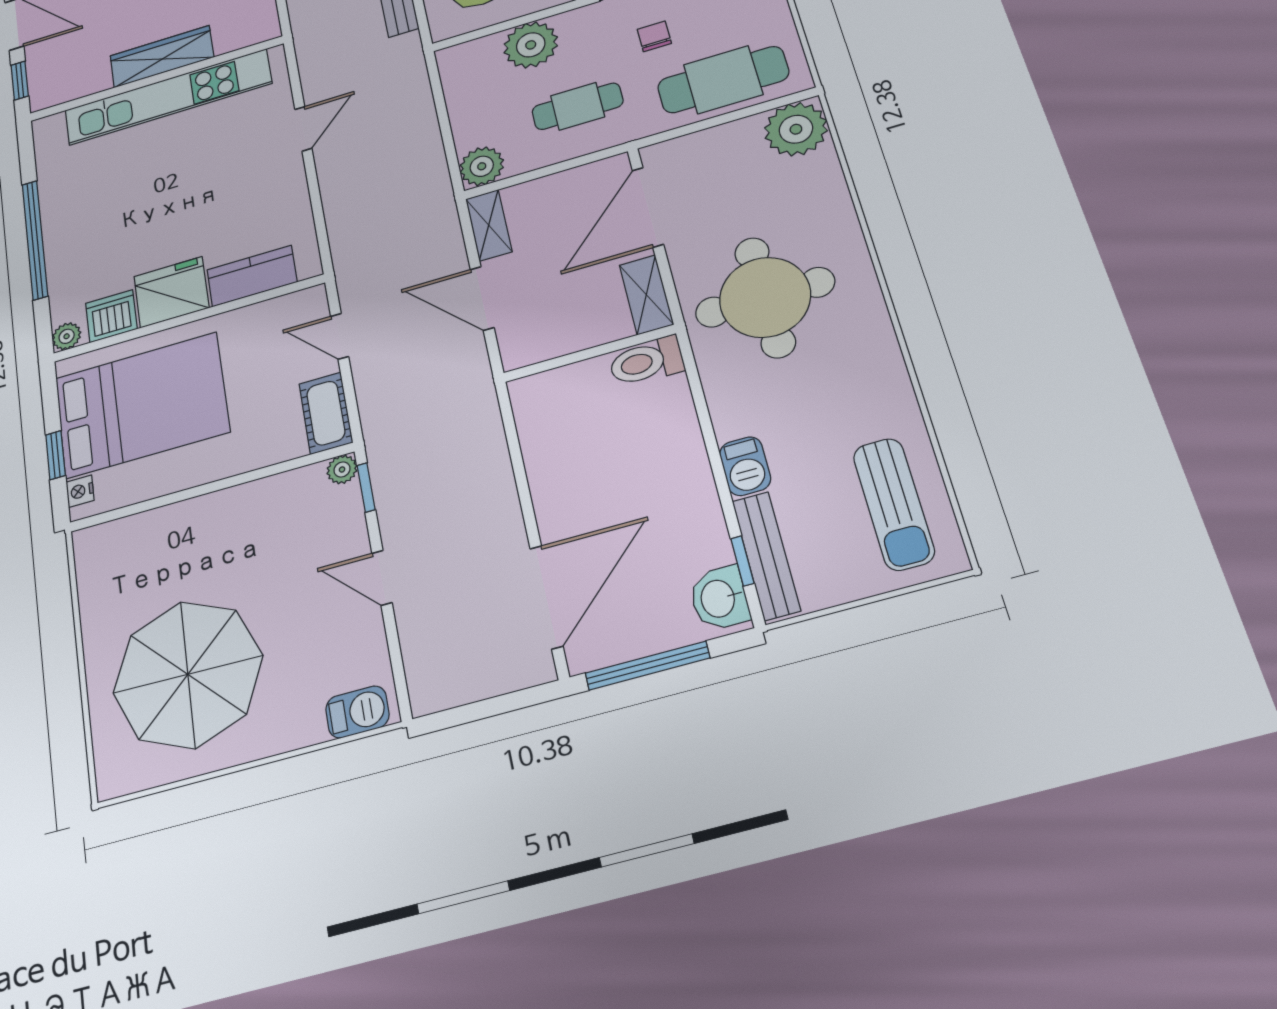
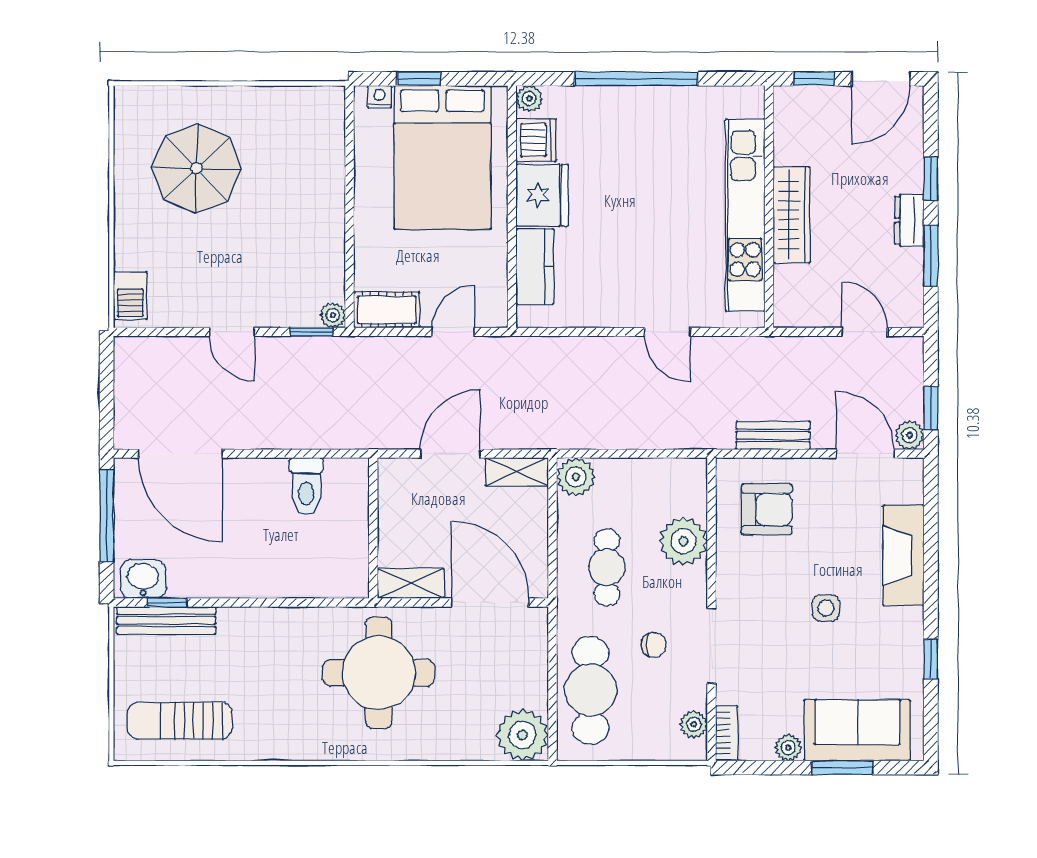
toilet: (646, 362) -> (306, 486), moved, turned 180
barbecue: (745, 466) -> (242, 623), removed
door: (382, 578) -> (232, 332), swing flipped
parasol: (188, 674) -> (196, 168), width x0.73, depth x0.73

